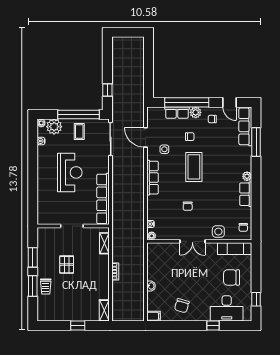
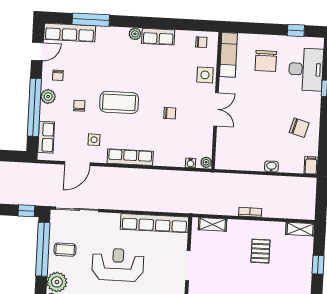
window: (107, 90) -> (26, 211), moved
row of seats: (177, 113) -> (46, 137), moved
pallet: (67, 265) -> (260, 251), moved, turned 90

